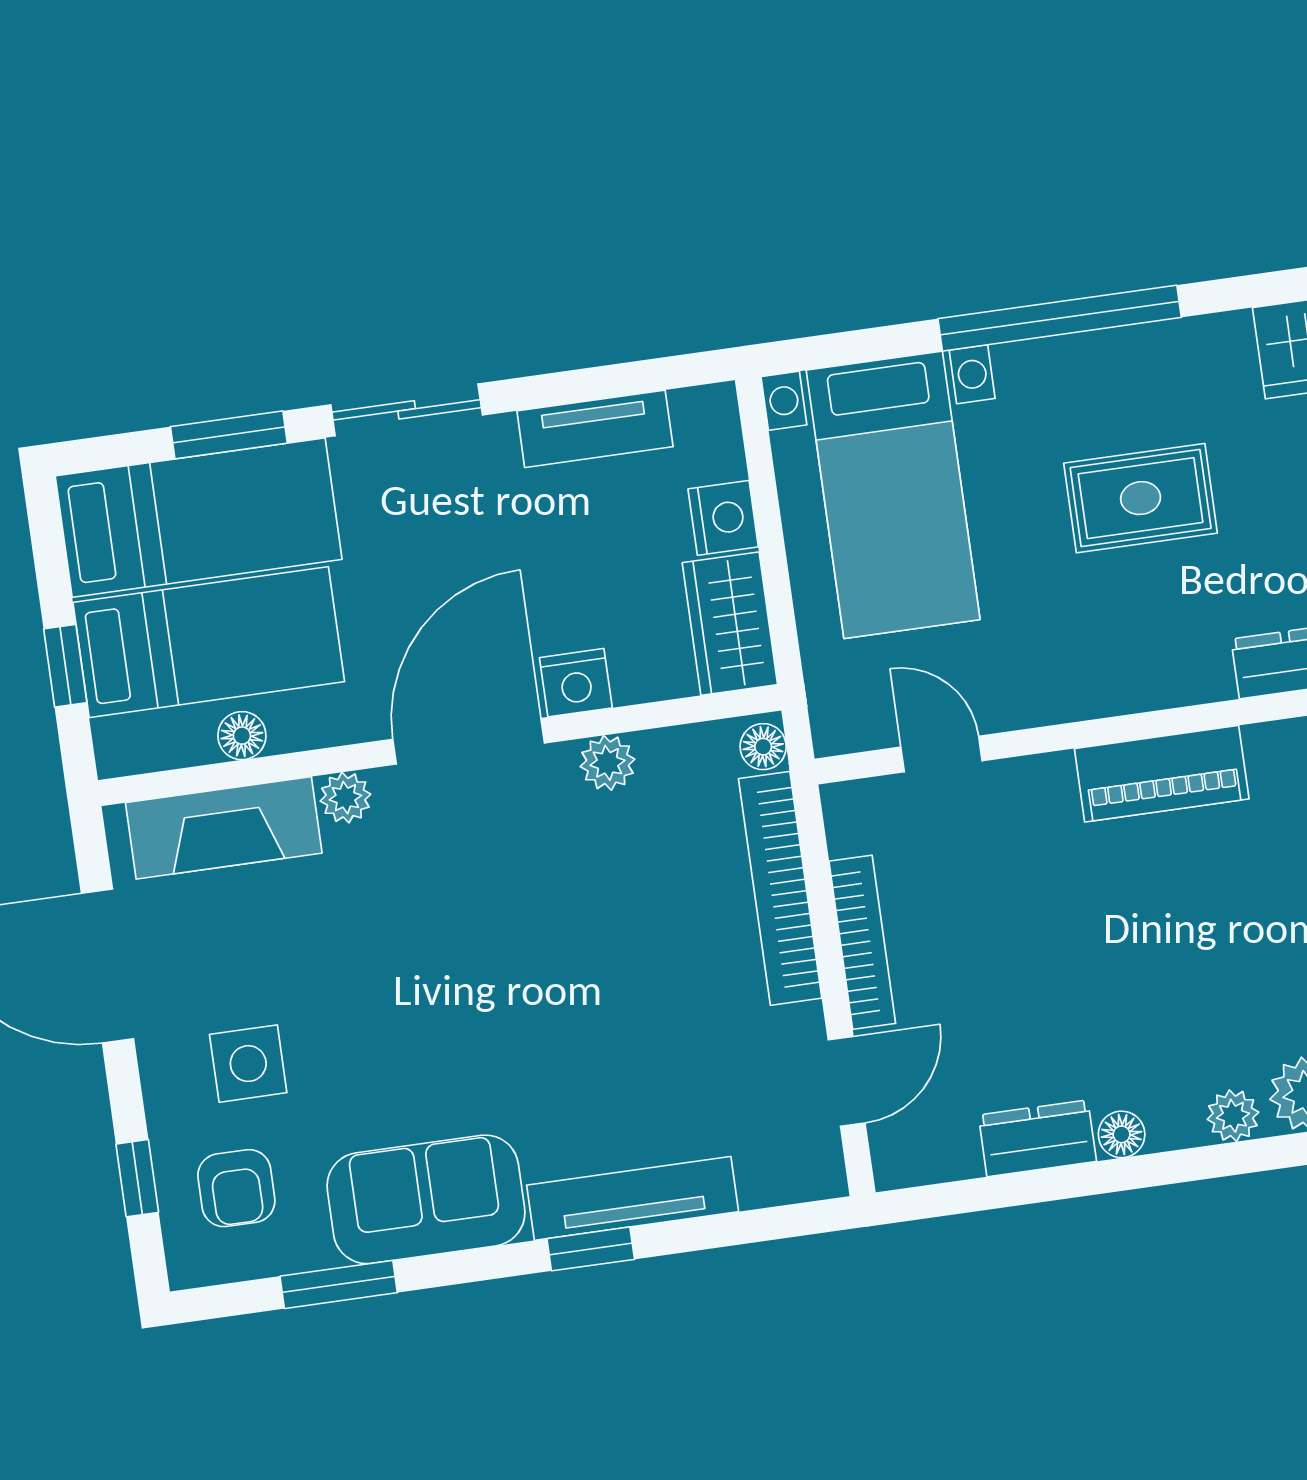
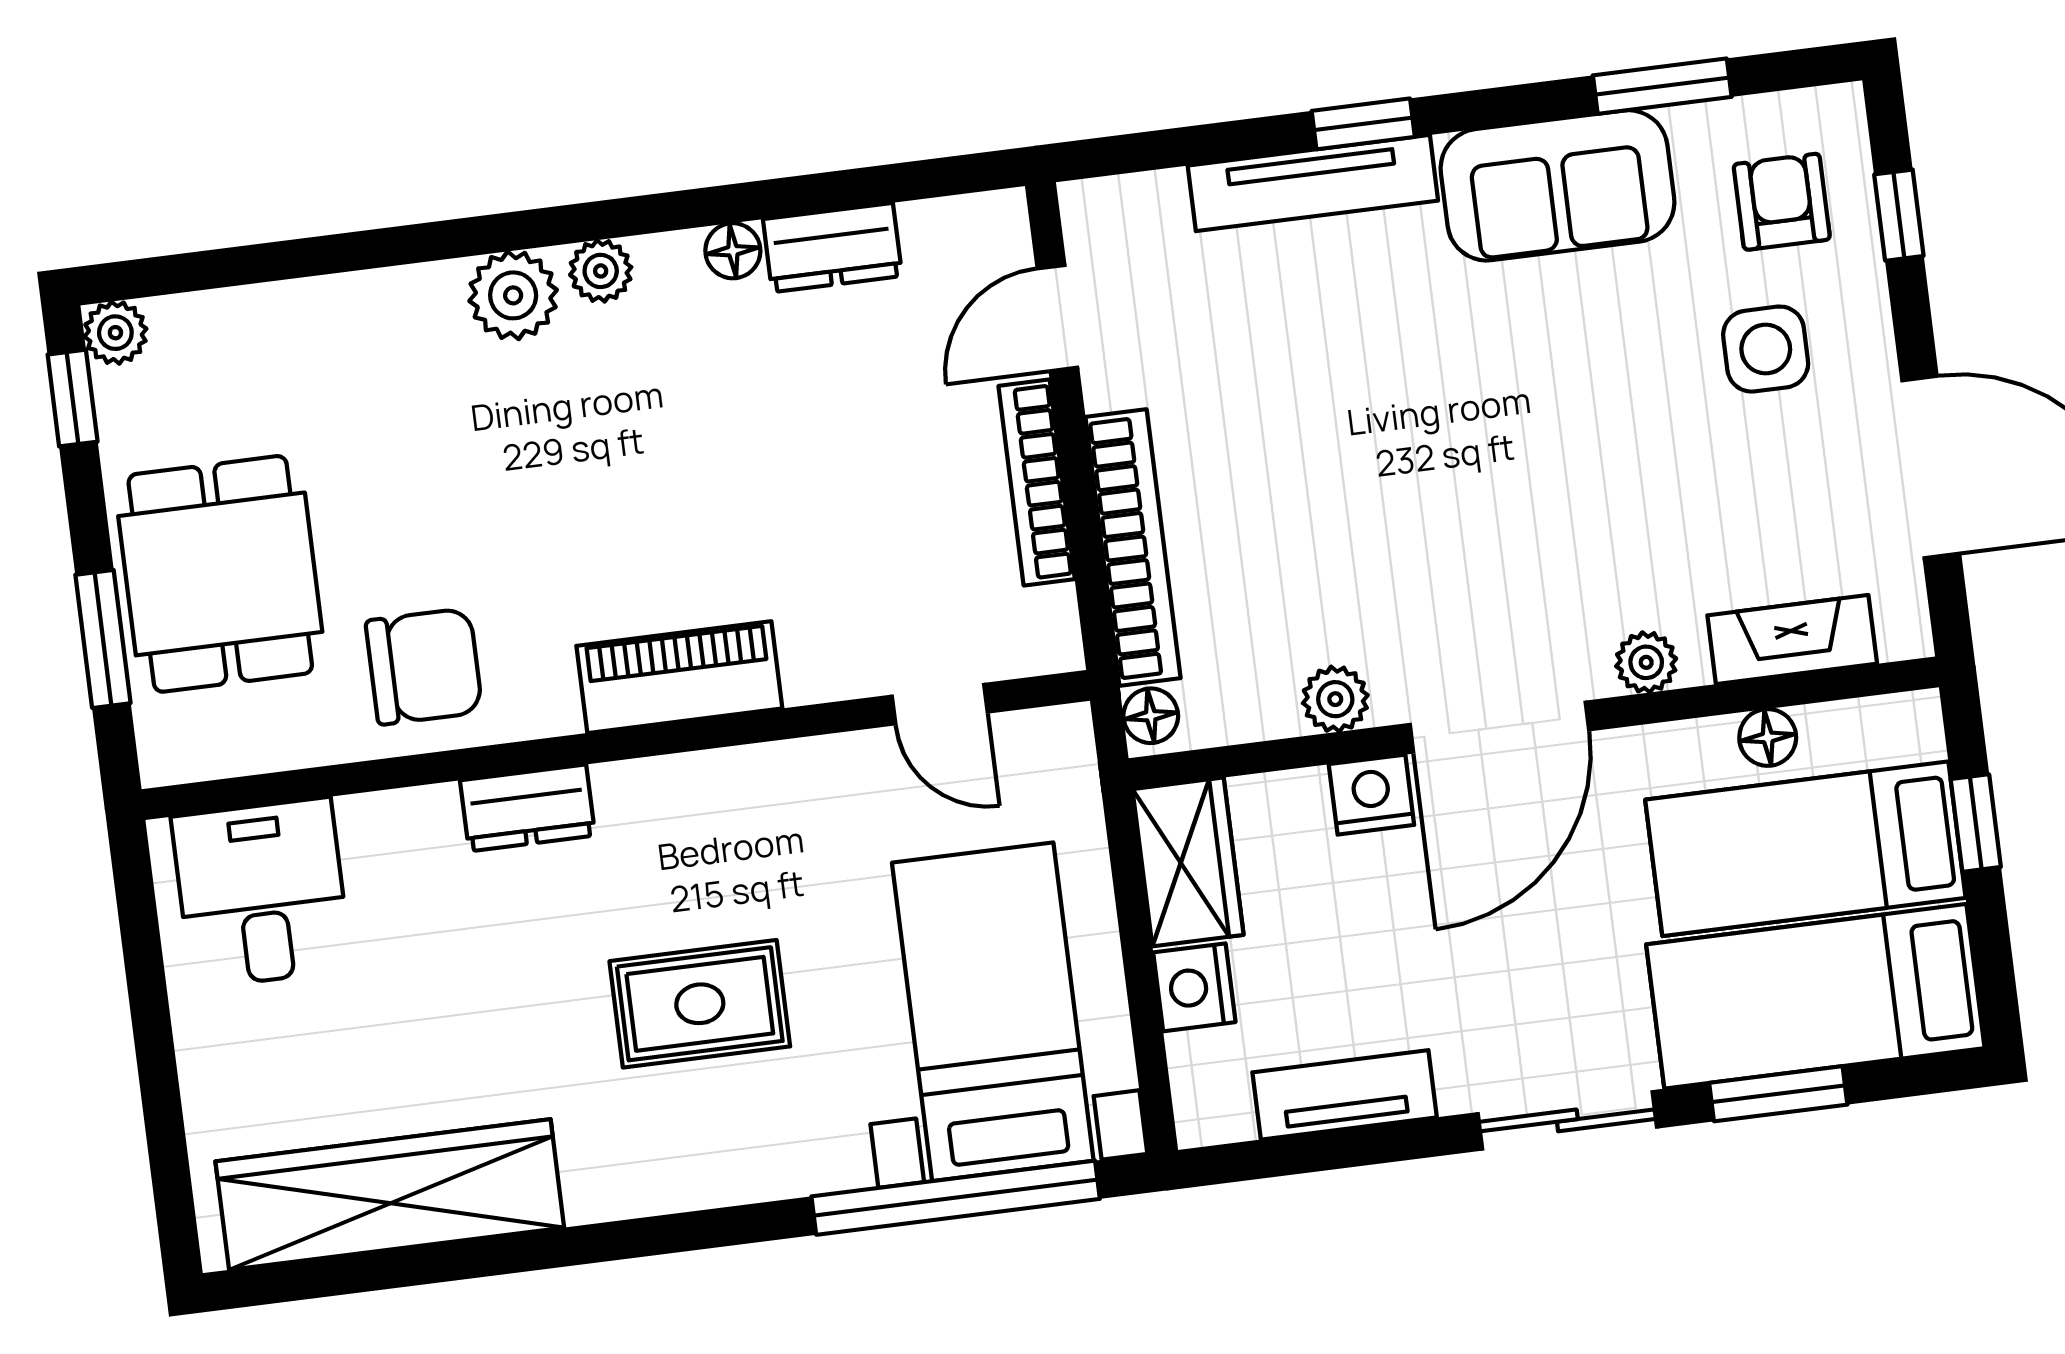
window: (1060, 318) -> (956, 1198), moved
fireplace: (224, 828) -> (1792, 640), width x0.73, depth x0.76

